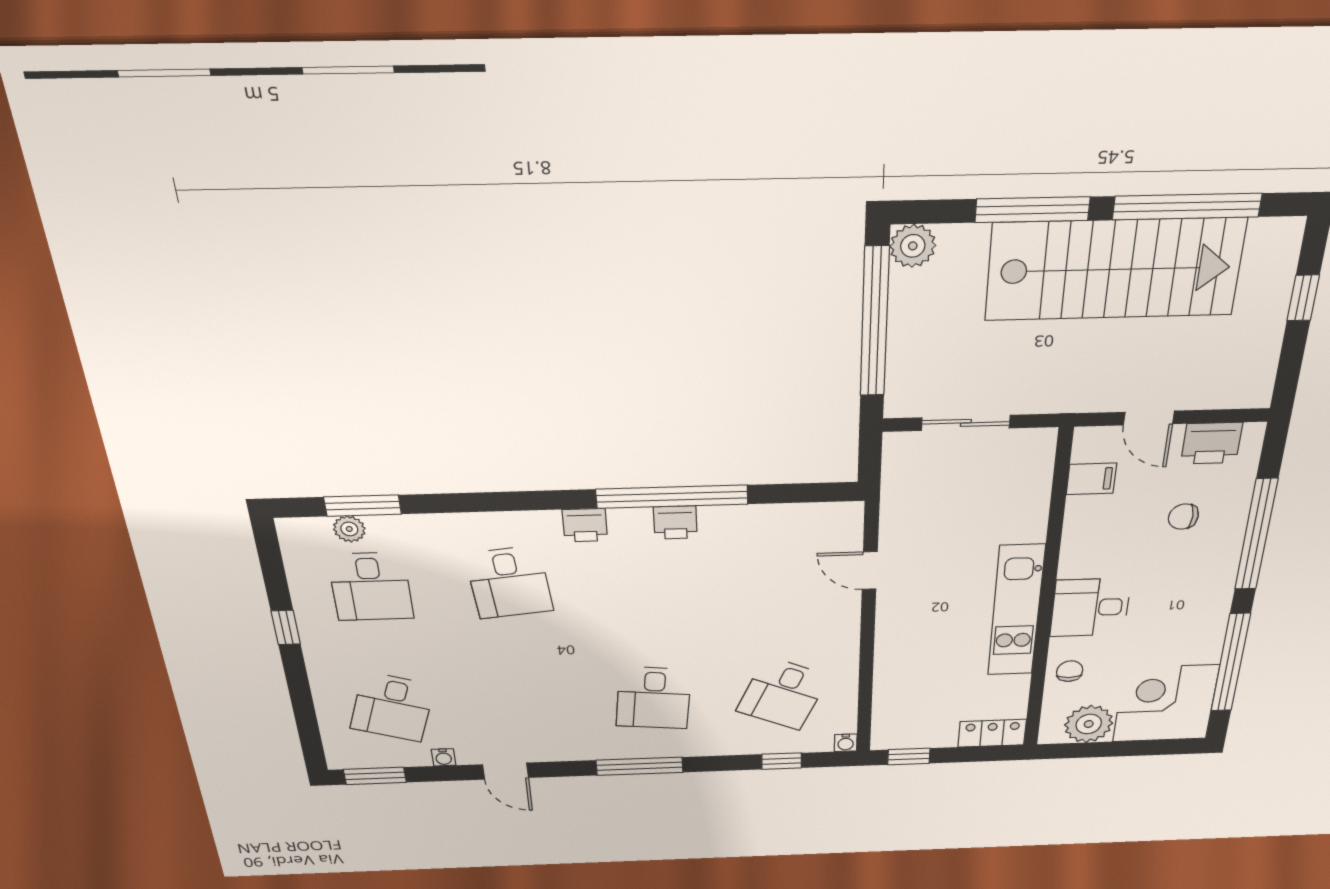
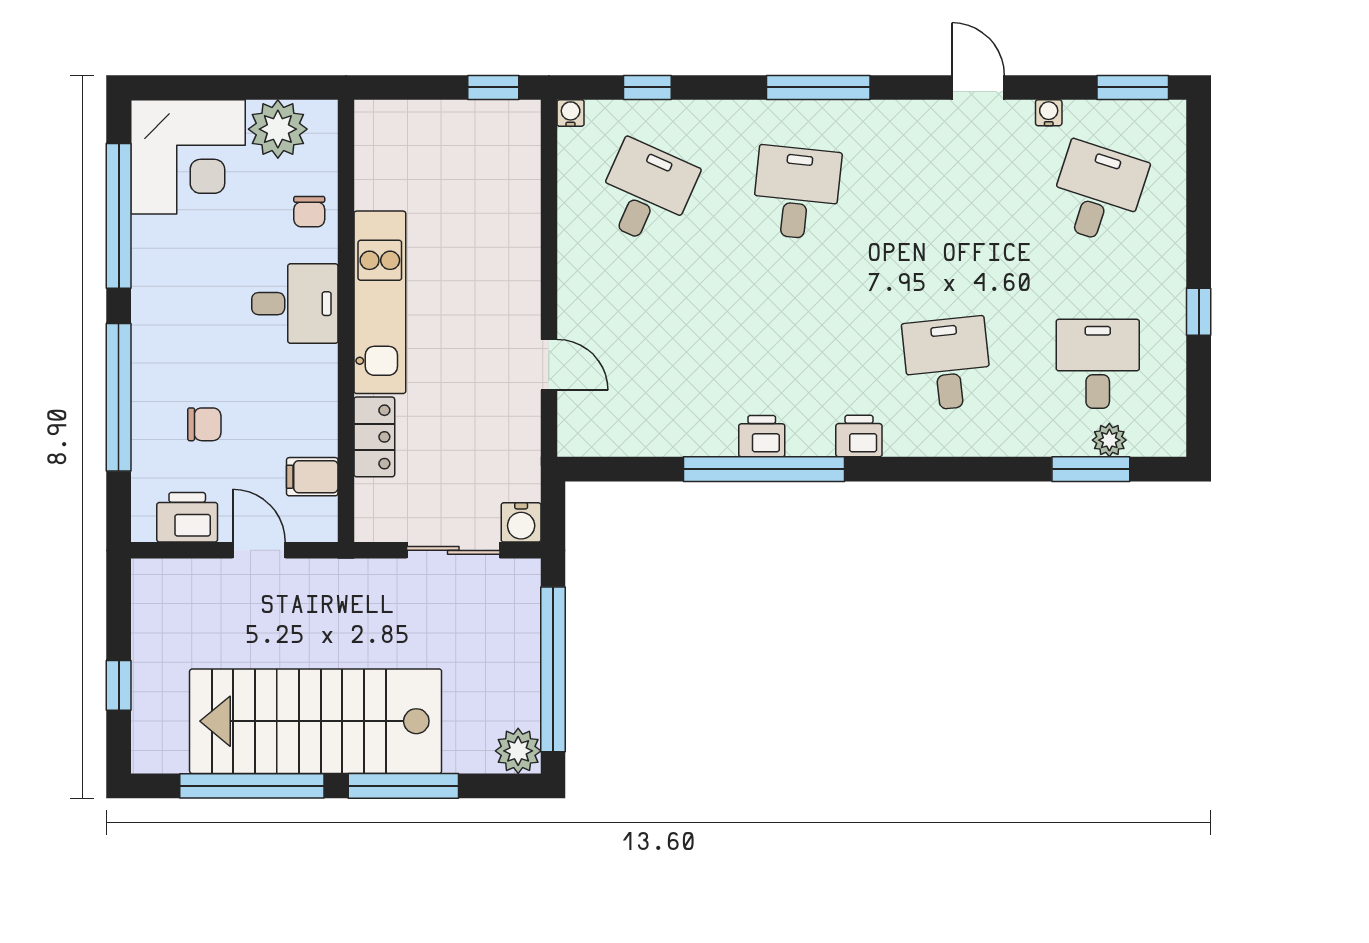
water cooler: (900, 448) -> (521, 522), added
locker: (992, 733) -> (374, 437), moved, turned -90

